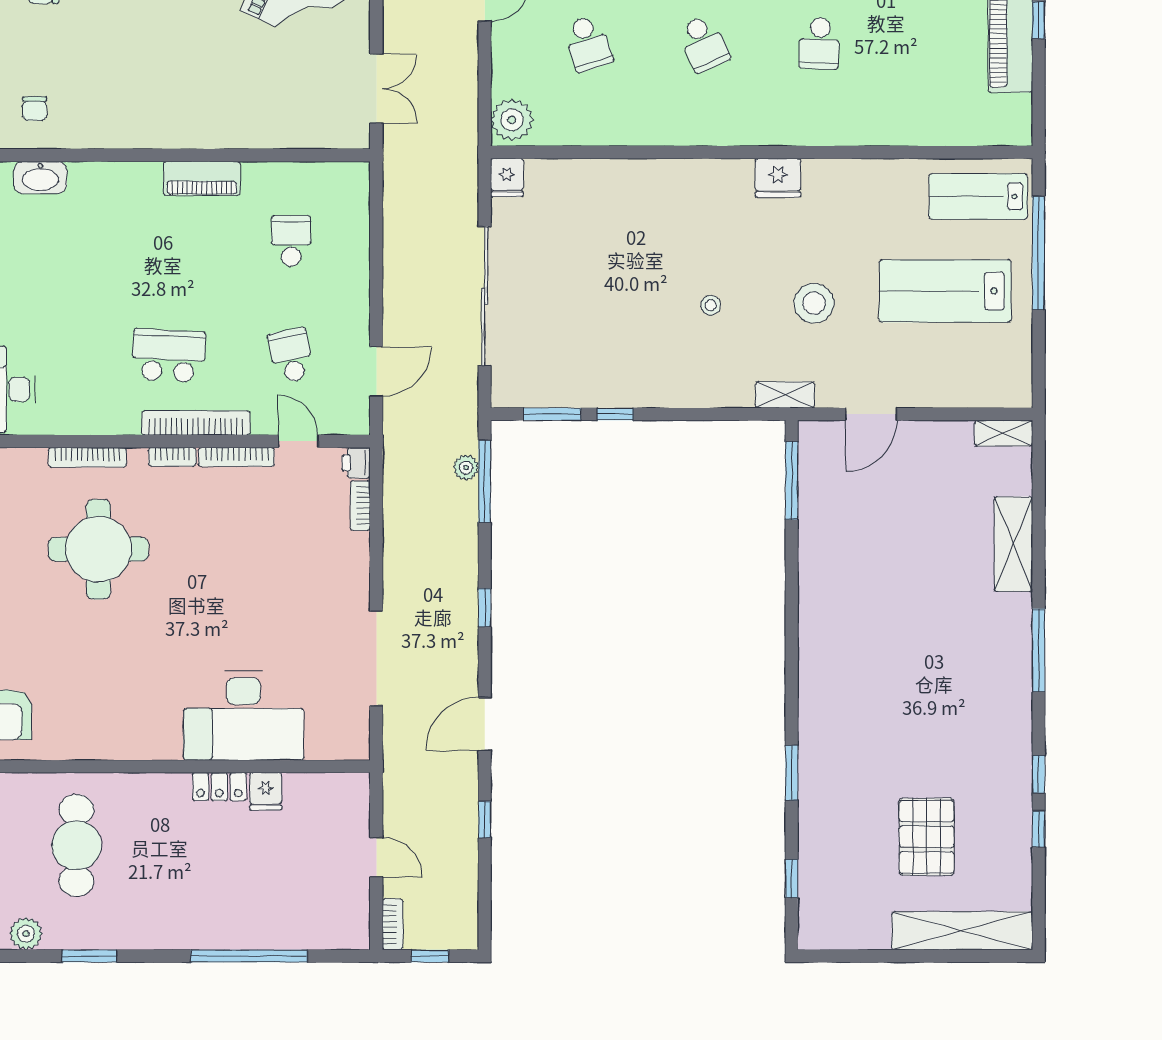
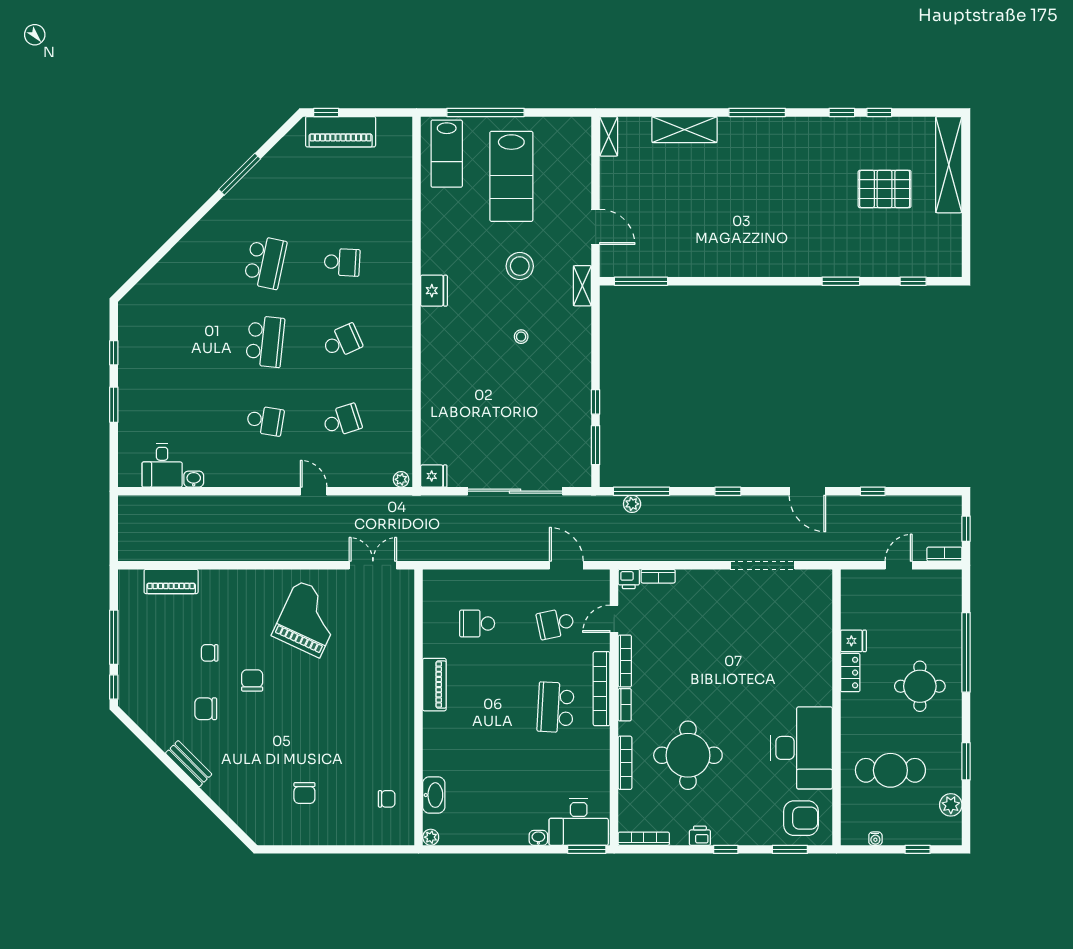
plant: (512, 120) -> (401, 479), width x0.53, depth x0.53
desk: (244, 715) -> (802, 748), moved
round table: (199, 888) -> (920, 686), added

